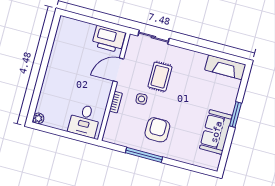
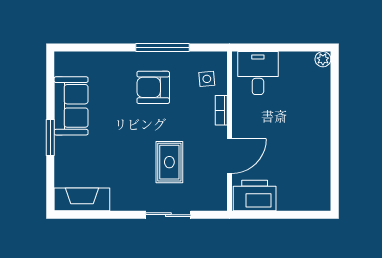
sliding door: (153, 37) -> (168, 215), moved
side table: (141, 99) -> (207, 79), moved
armchair: (157, 130) -> (153, 87), turned 90

